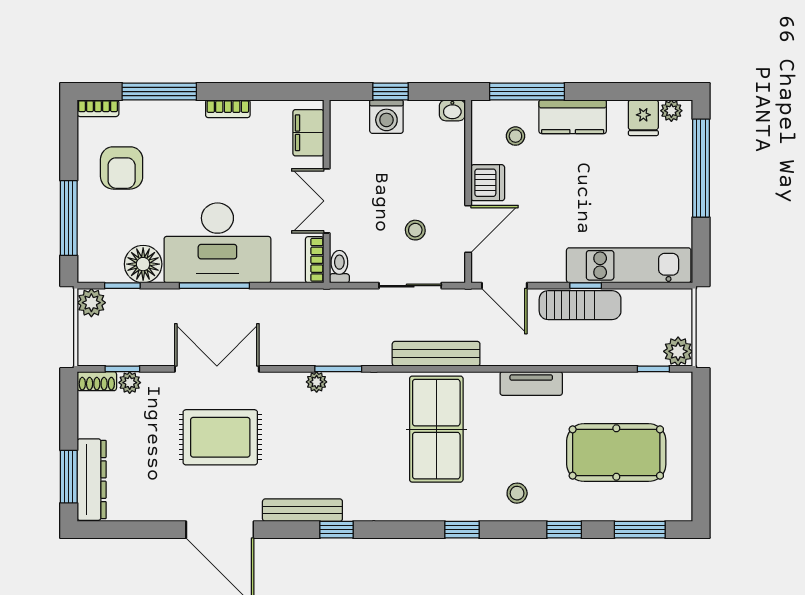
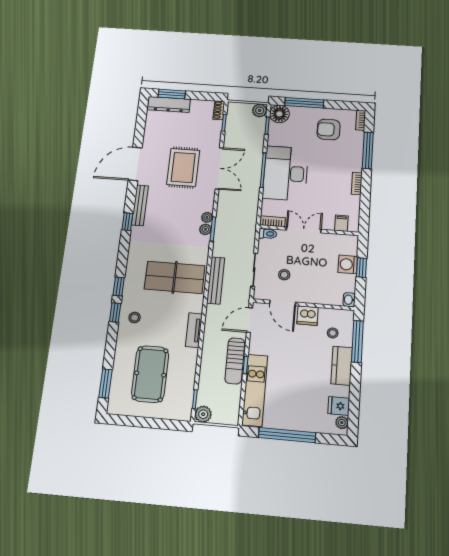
filing cabinet: (308, 133) -> (341, 223), width x0.50
window: (701, 168) -> (287, 435), moved
floor lamp: (143, 264) -> (279, 114), moved
plant: (130, 383) -> (205, 229), moved
window: (564, 530) -> (115, 312), moved

